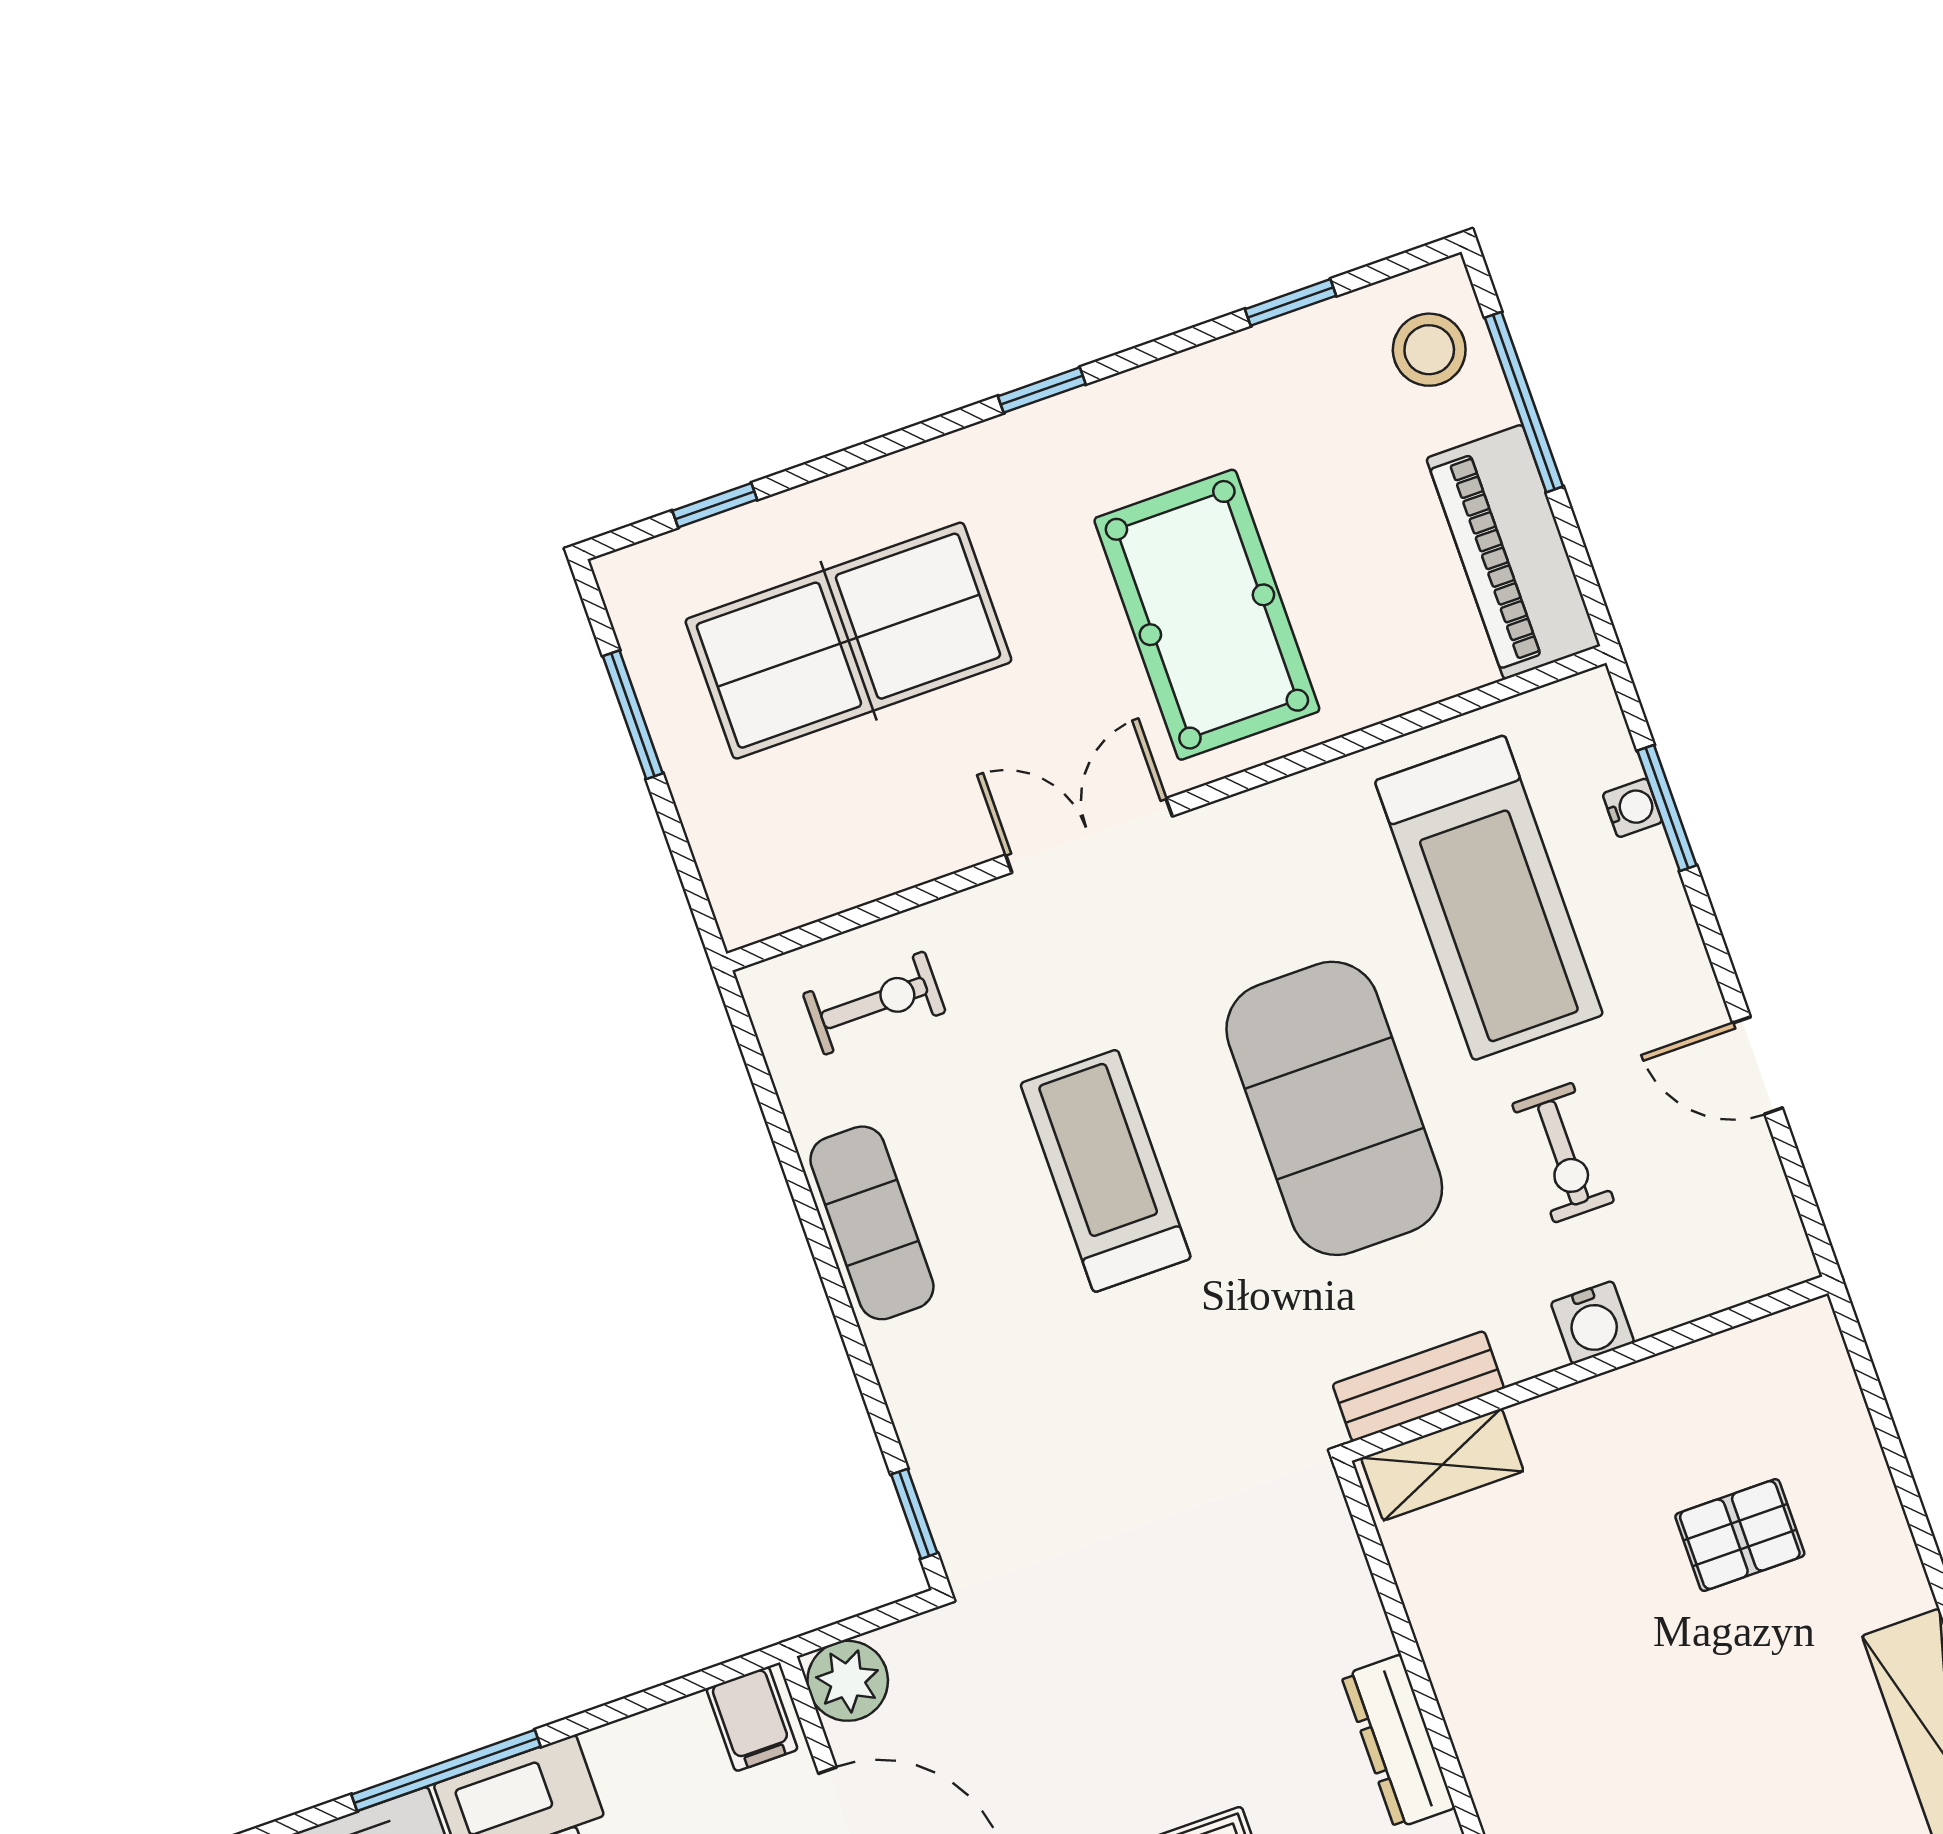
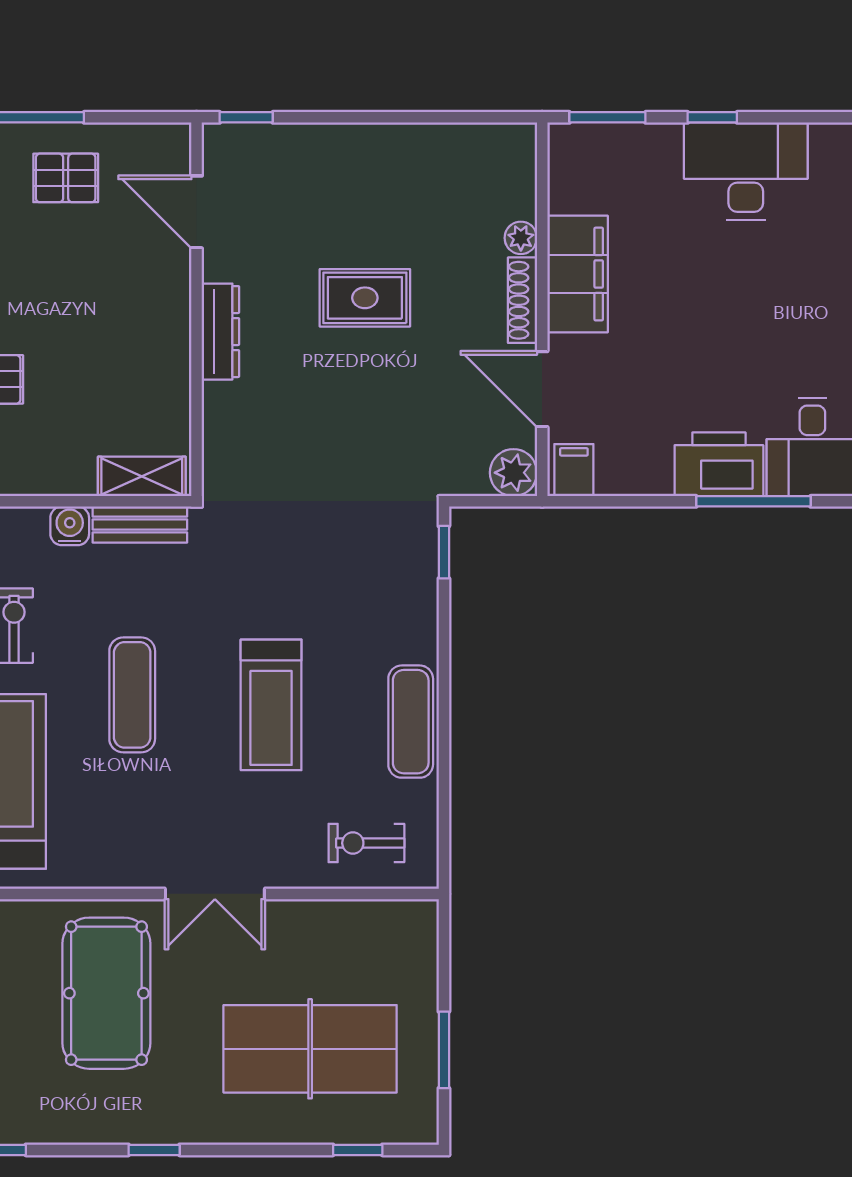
exercise mat: (1334, 1108) -> (132, 695), width x0.50, depth x0.69
water cooler: (1592, 1323) -> (70, 526), moved

